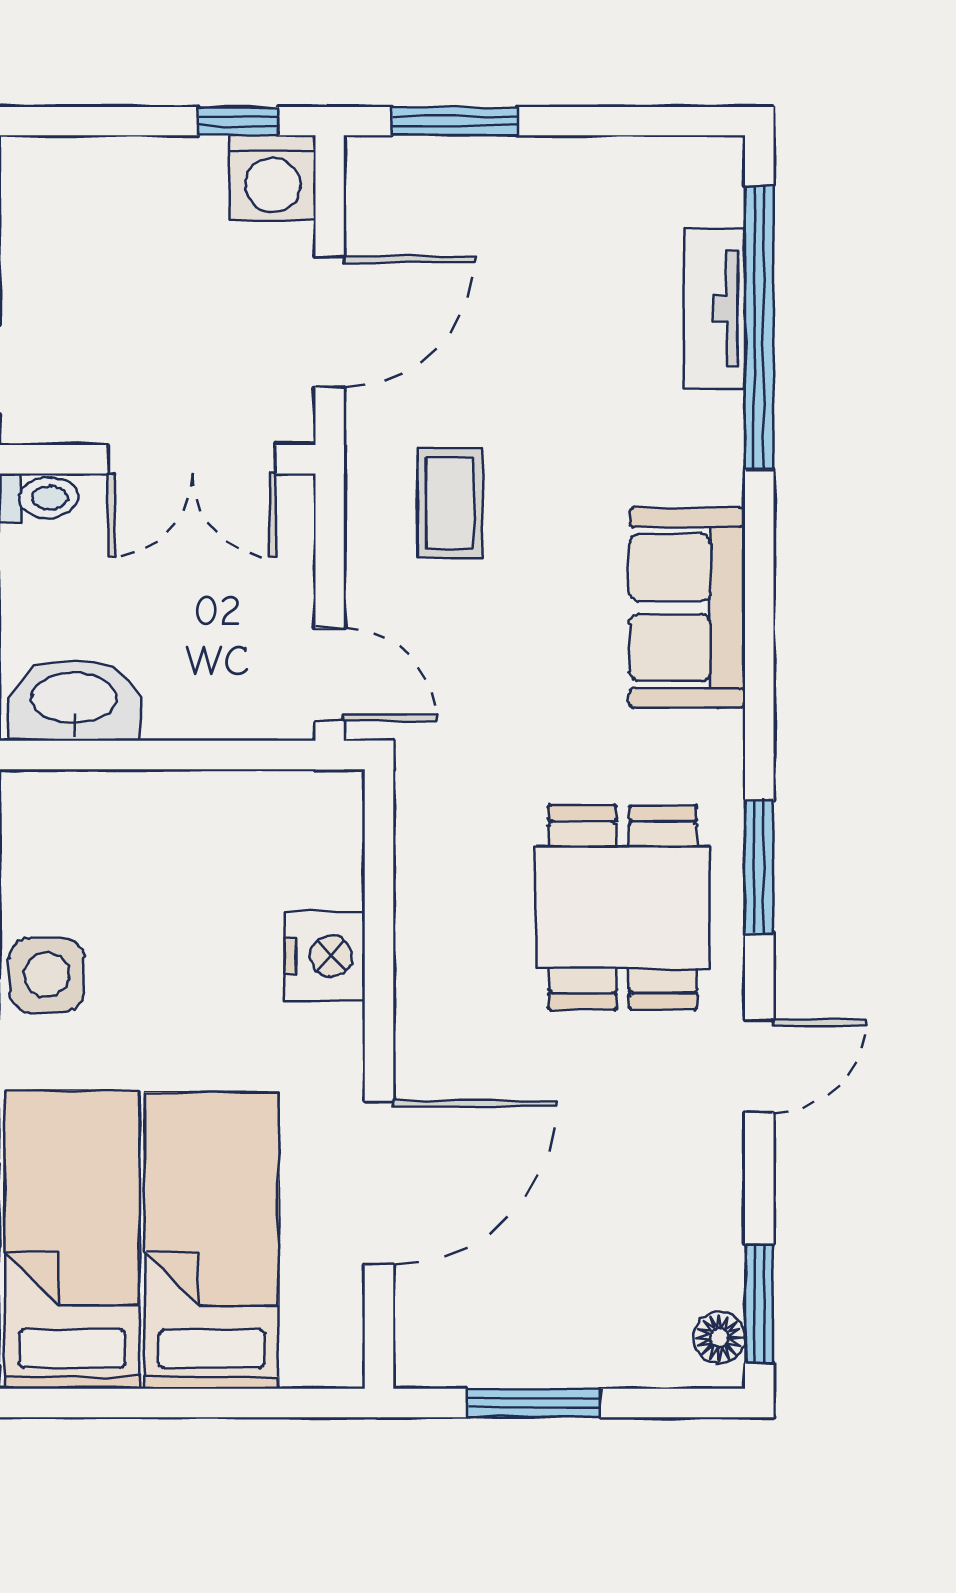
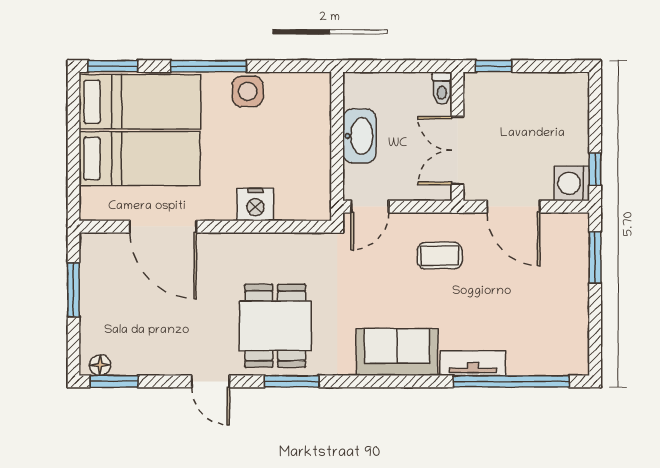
tv unit: (715, 309) -> (473, 363), moved
washbasin: (74, 700) -> (359, 136), moved
dining table: (623, 907) -> (275, 326), turned 90

